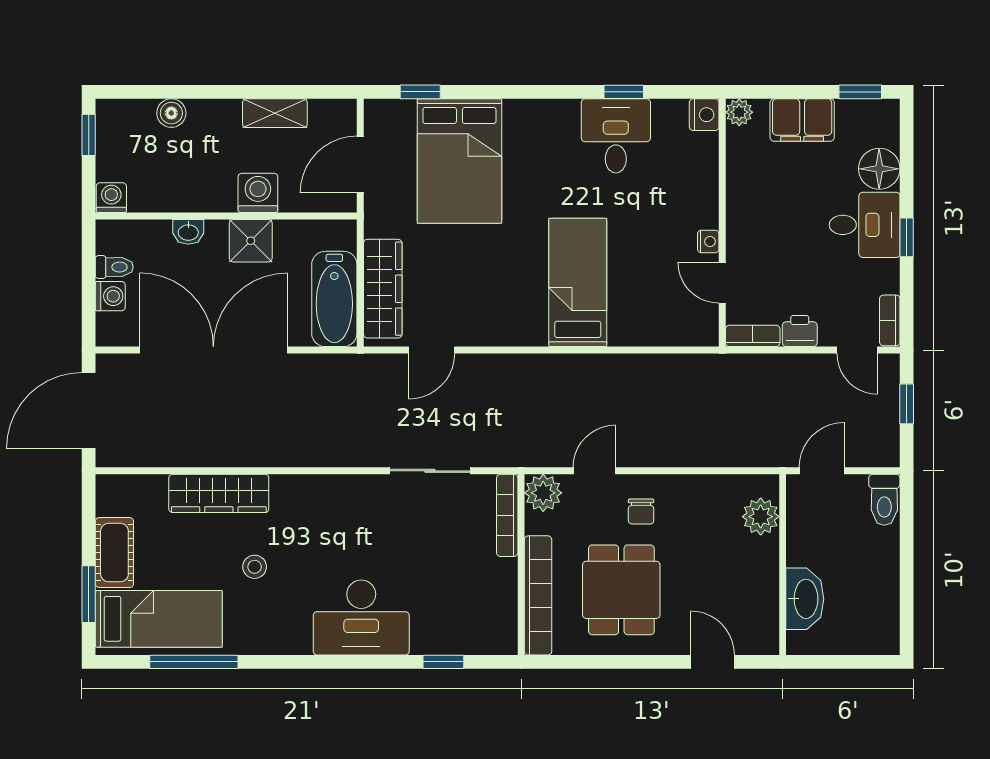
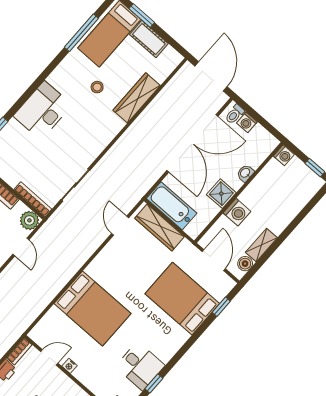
boiler: (171, 113) -> (245, 264), moved
toilet: (114, 267) -> (235, 114), moved
bed: (578, 282) -> (92, 309), width x1.50

